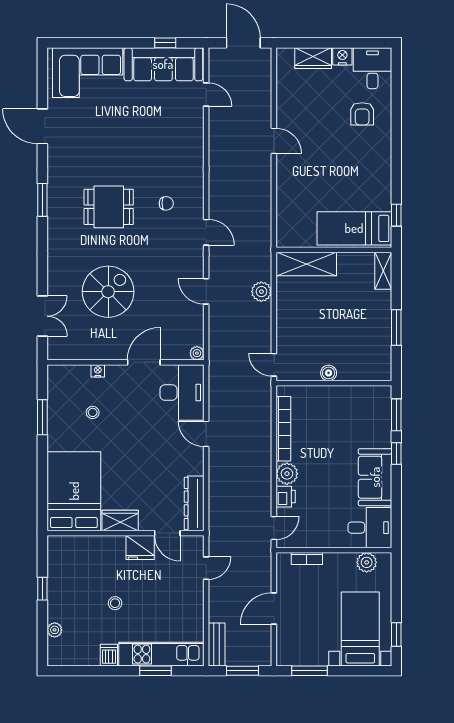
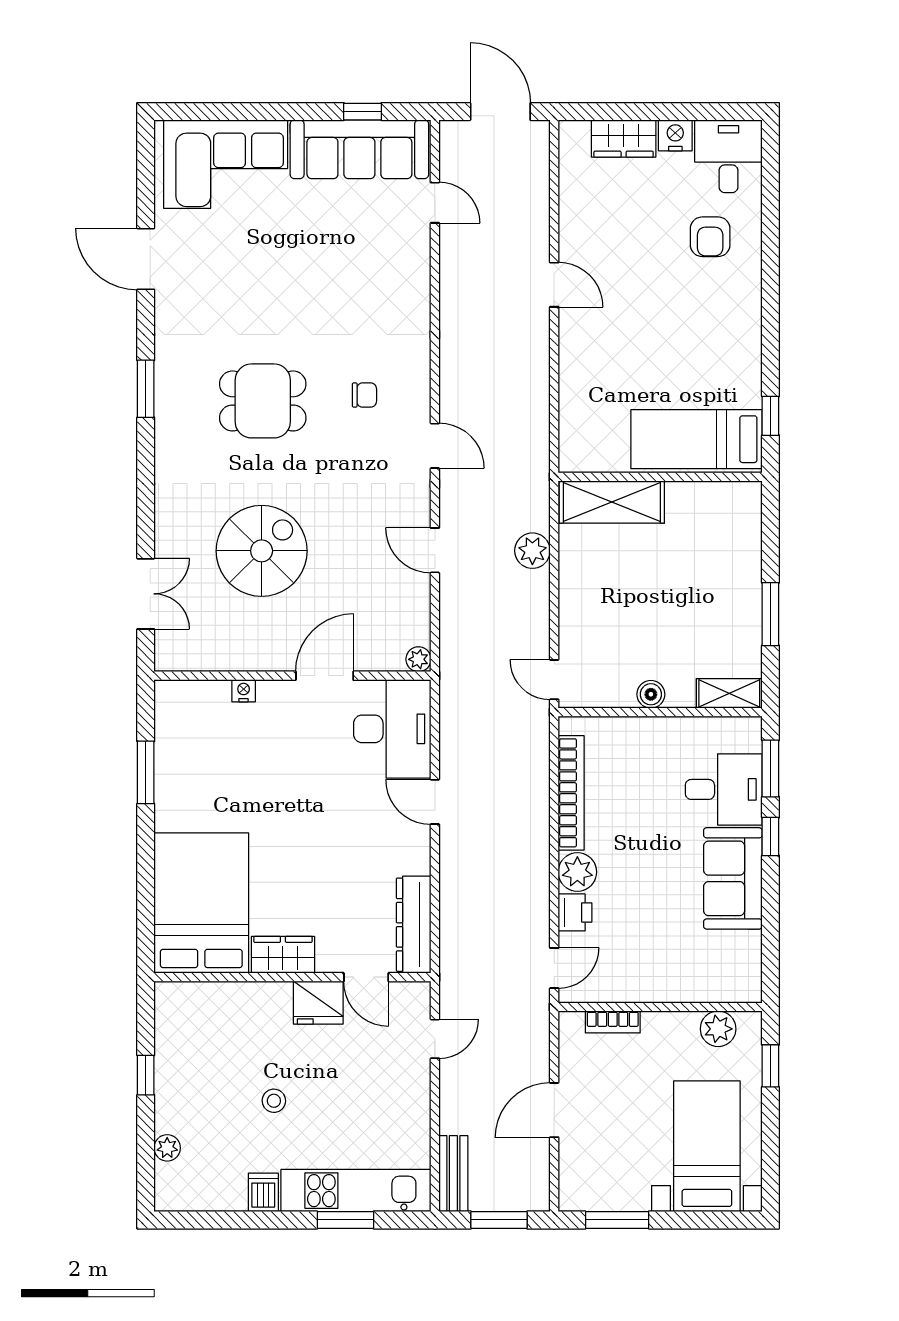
shelving: (383, 271) -> (729, 693), moved, turned 90
stool: (93, 412) -> (234, 764), removed
desk: (370, 528) -> (724, 789), moved
window: (396, 635) -> (770, 1066), moved

